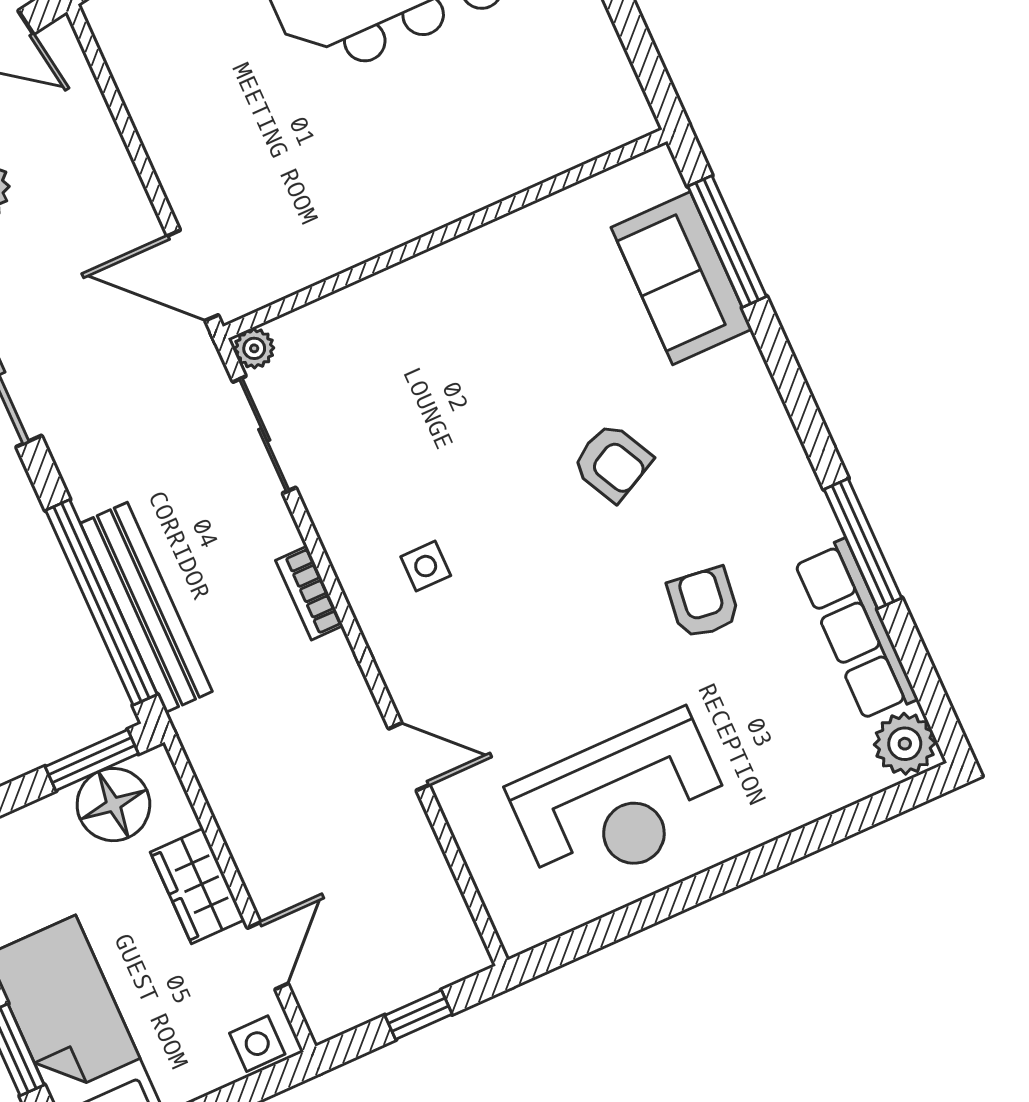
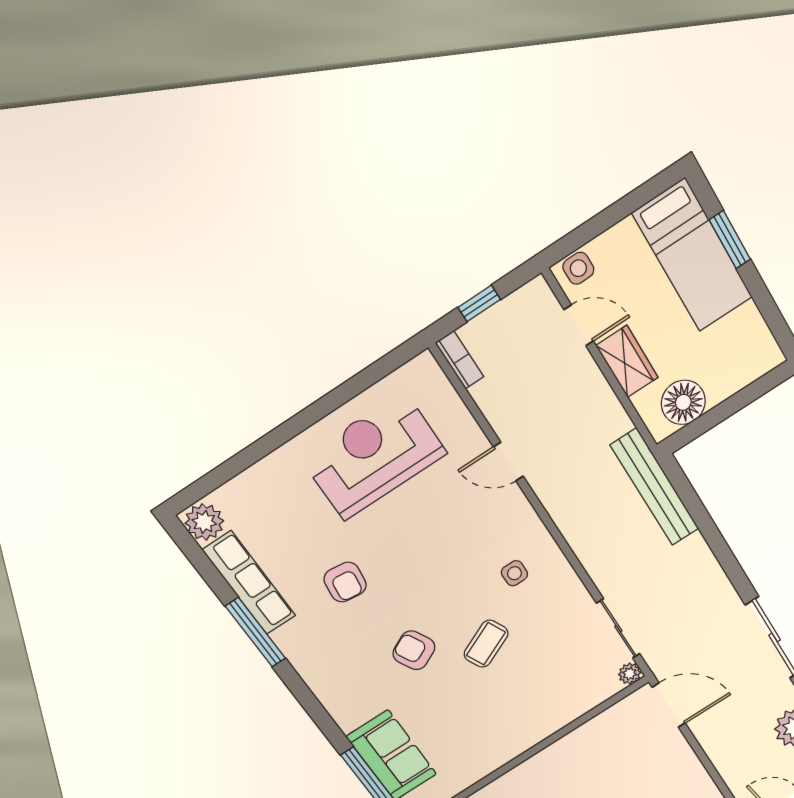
coffee table: (491, 451) -> (486, 644), added
bookcase: (309, 593) -> (460, 360), moved
window: (101, 602) -> (702, 519), removed
bench: (146, 607) -> (655, 487), moved
window: (92, 760) -> (699, 427), removed
door: (268, 956) -> (579, 325), swing flipped

